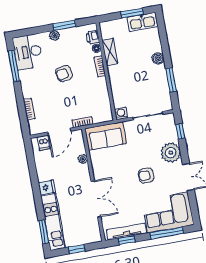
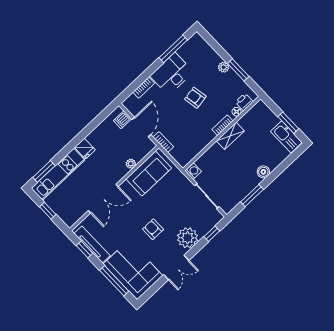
desk: (28, 52) -> (172, 74), moved
shelving: (110, 52) -> (230, 136), moved
door: (59, 132) -> (141, 127), swing flipped
sofa: (106, 136) -> (149, 174), moved, turned -90

